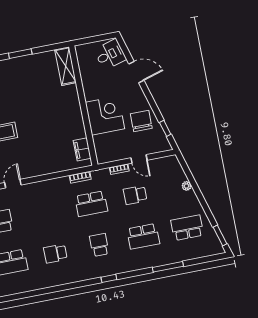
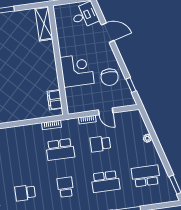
chair: (141, 121) -> (110, 77), turned 180

